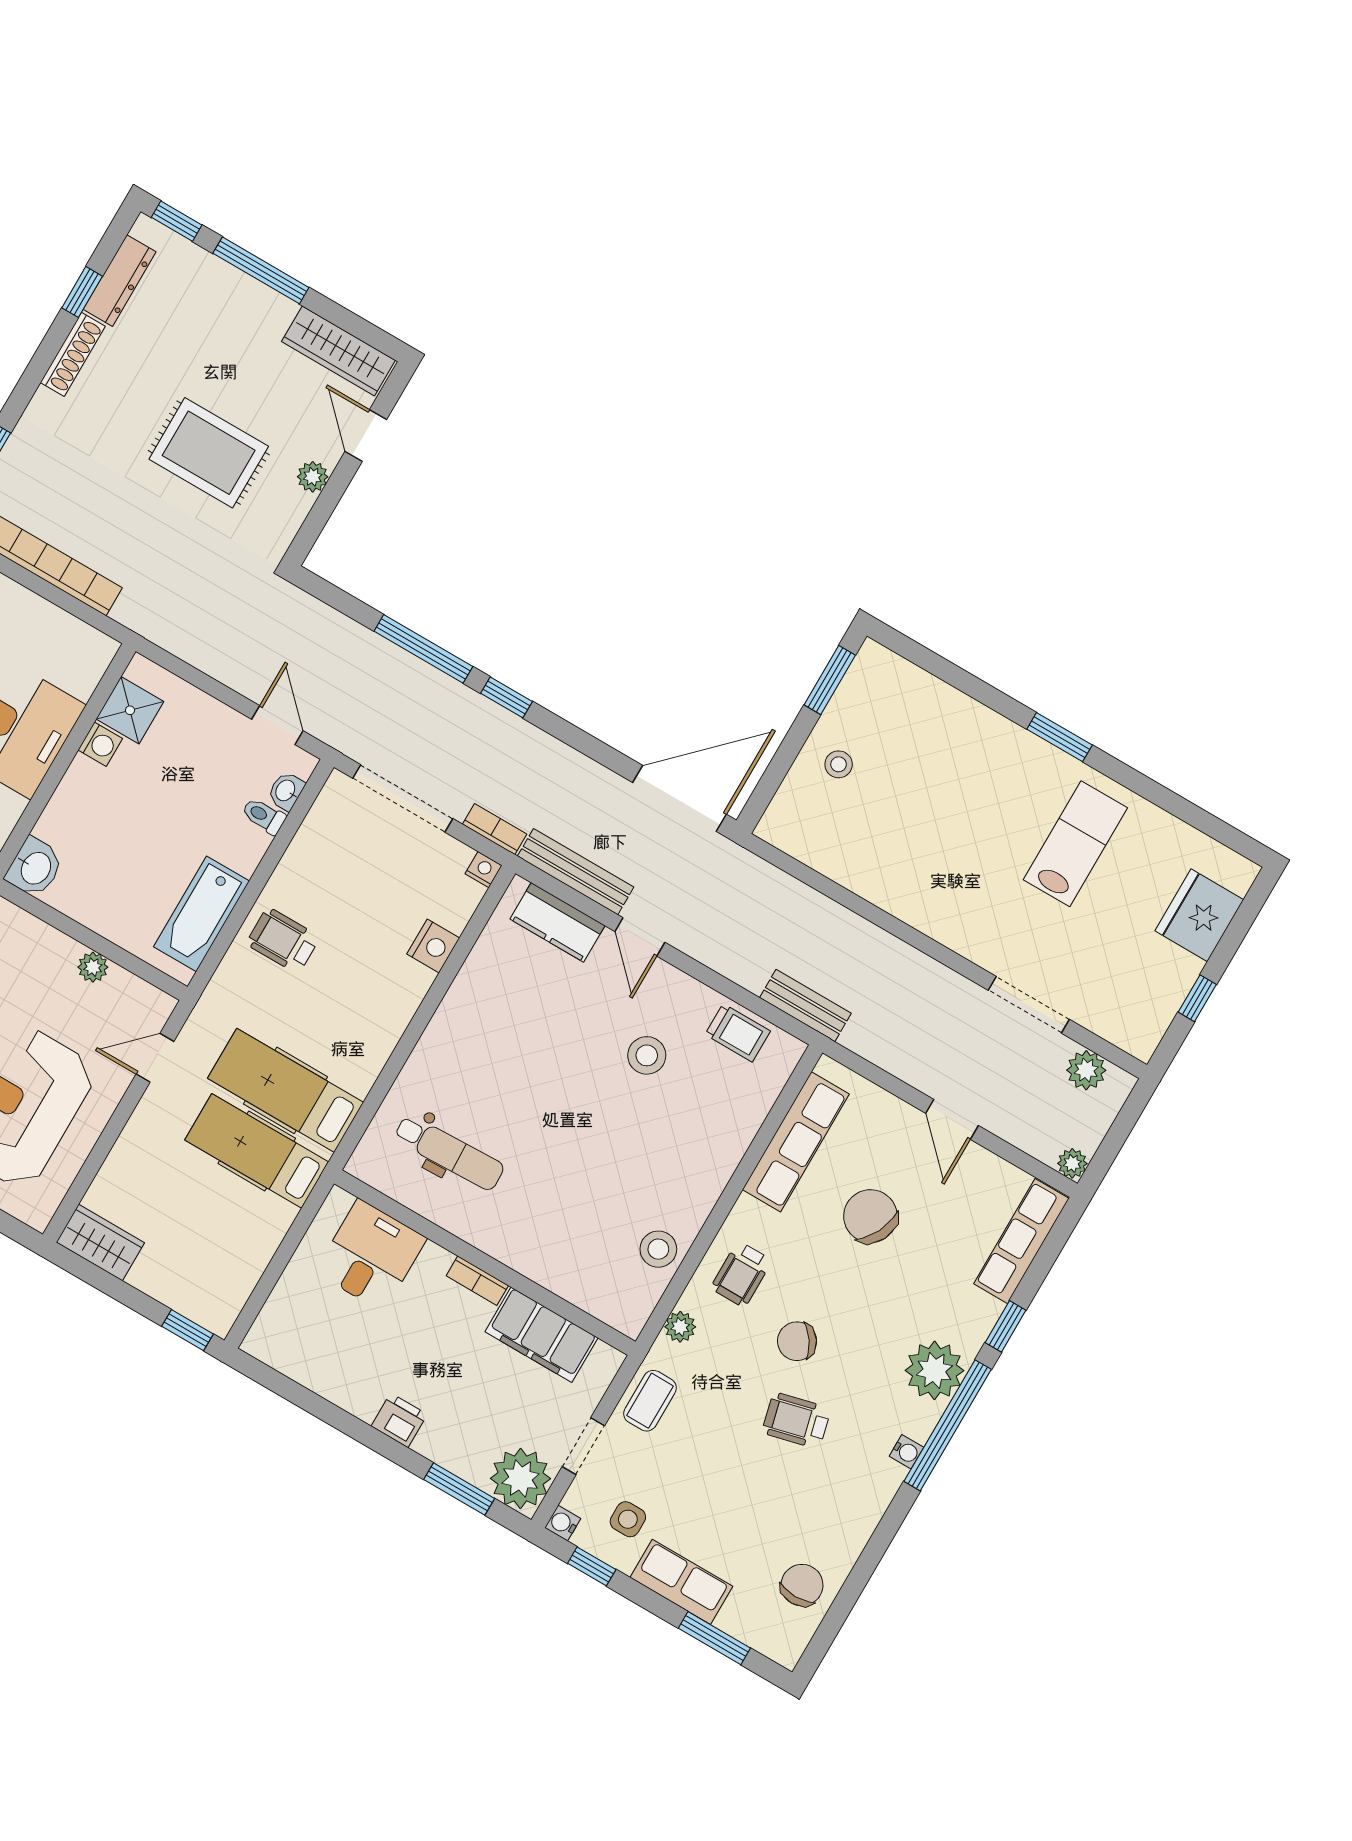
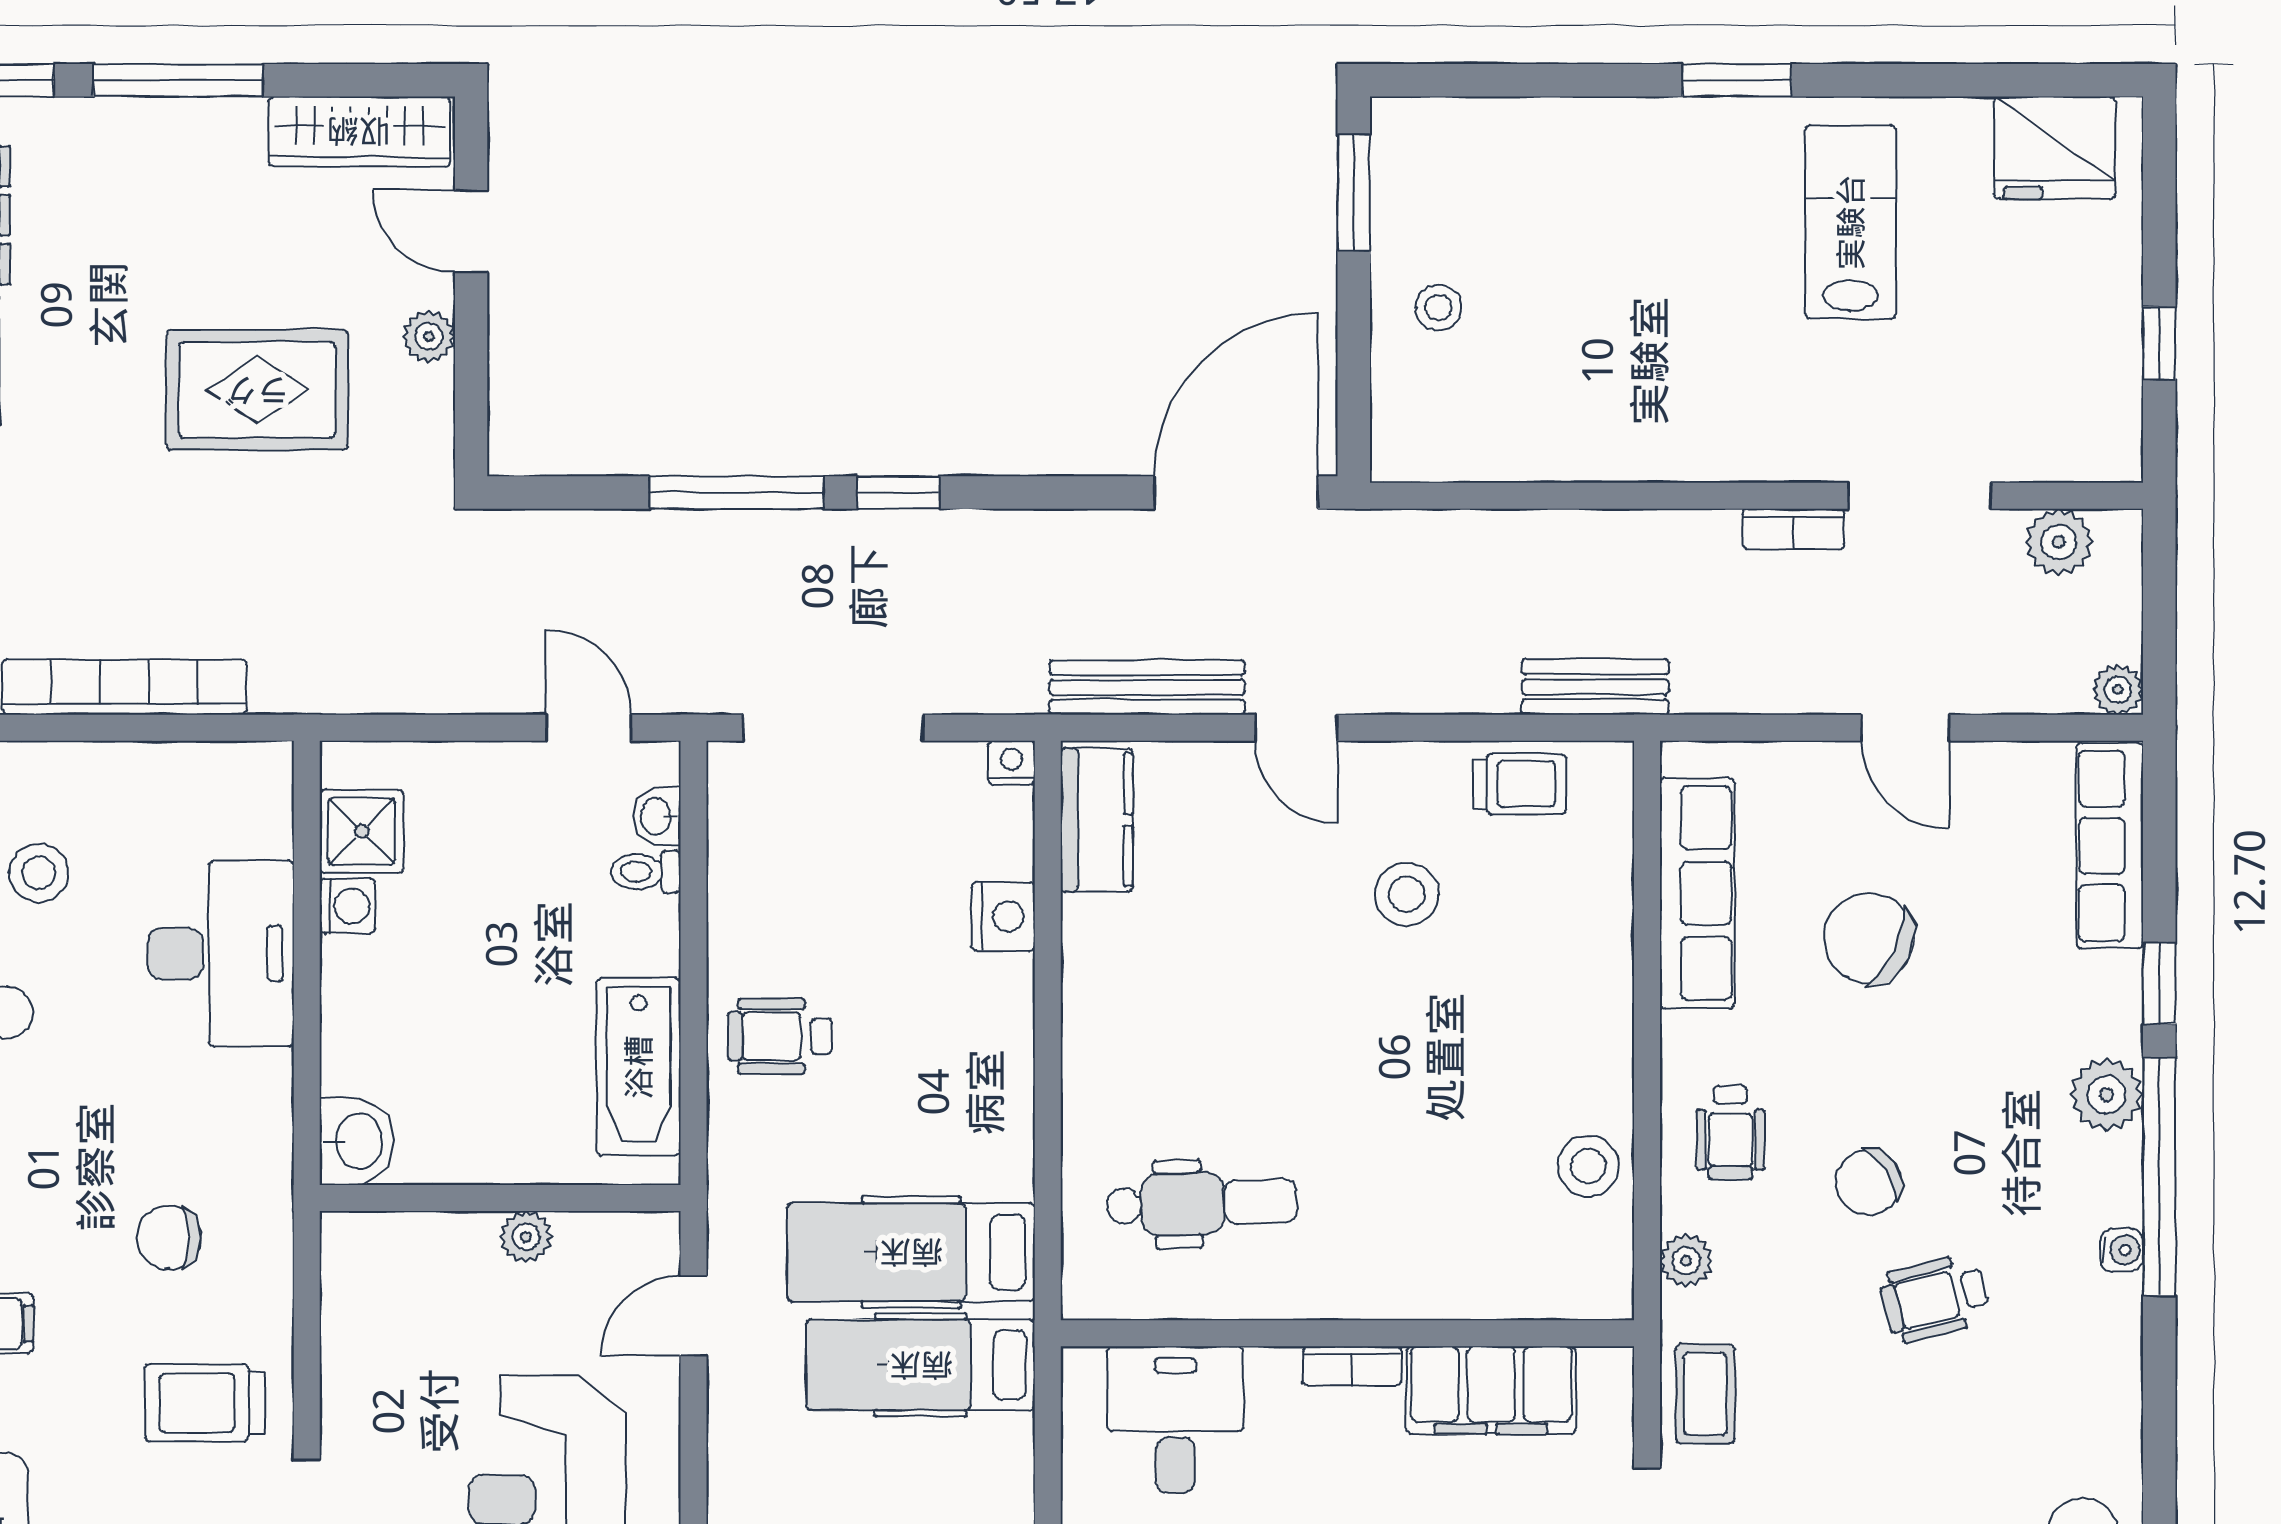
bookcase: (495, 829) -> (1794, 529), moved, turned 180
fridge: (1199, 915) -> (2054, 148), moved, turned -90
kitchen counter: (557, 922) -> (1097, 820), moved, turned -90
plant: (934, 1370) -> (2107, 1095), width x0.73, depth x0.73

